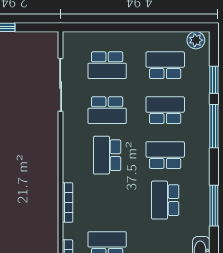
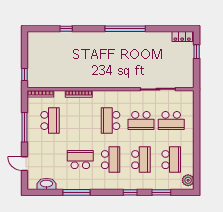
school desk: (107, 65) -> (171, 120), turned -90
school desk: (107, 110) -> (141, 120), turned -90
window: (214, 126) -> (130, 192), width x0.46
school desk: (107, 155) -> (111, 120), turned -90

